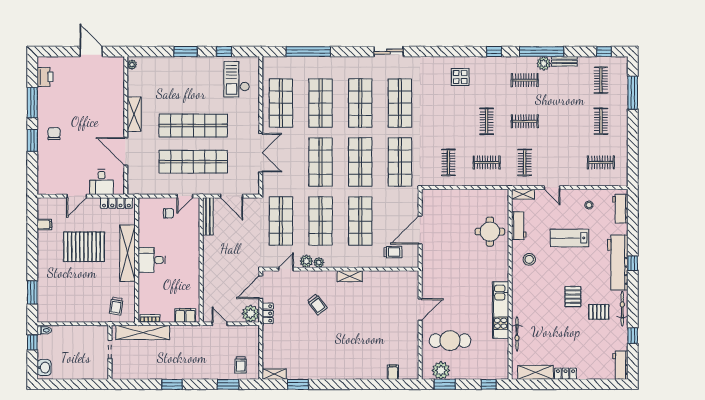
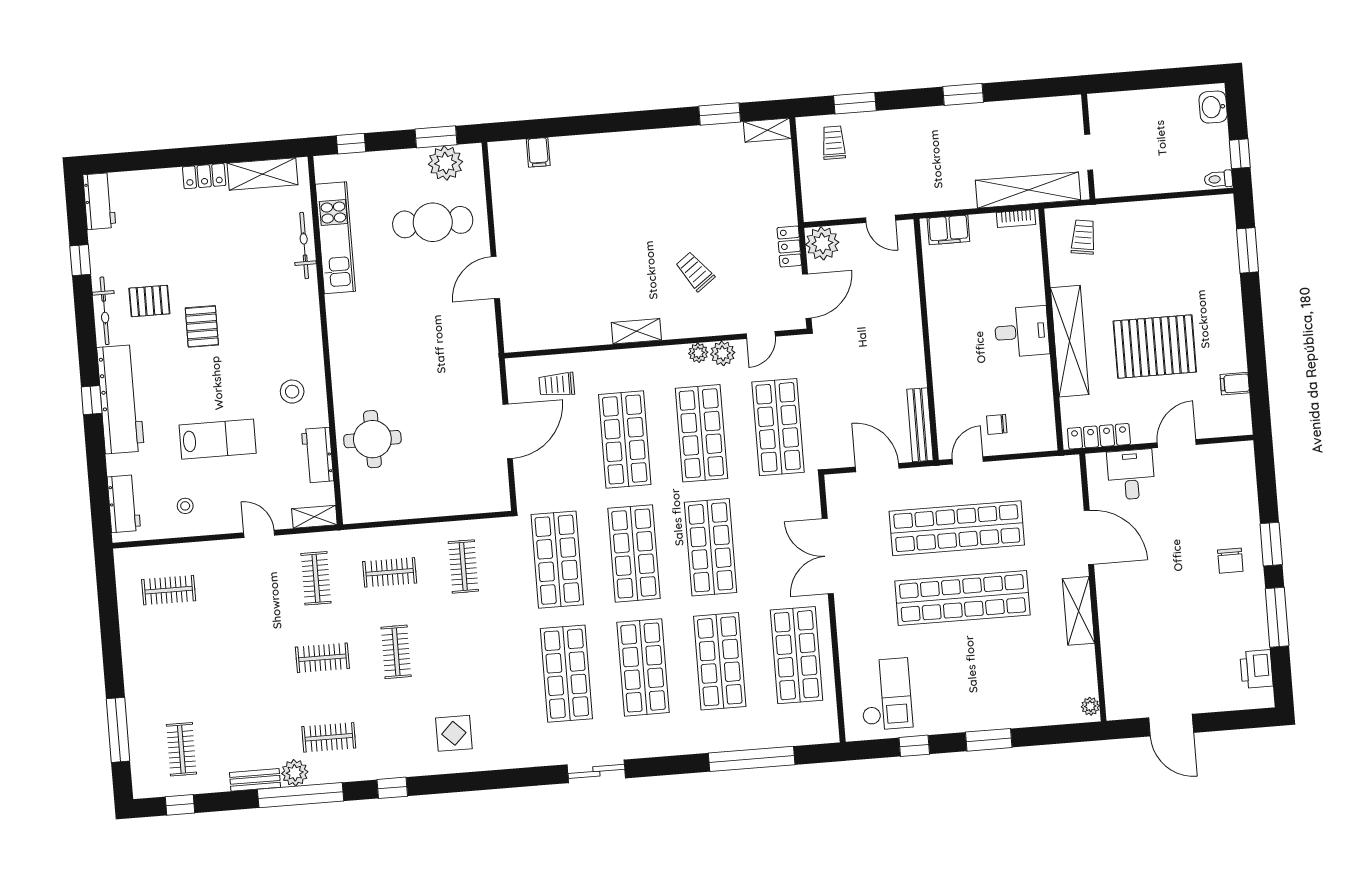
clothes rail: (601, 121) -> (175, 670), removed
kitchen unit: (501, 310) -> (335, 238), moved

